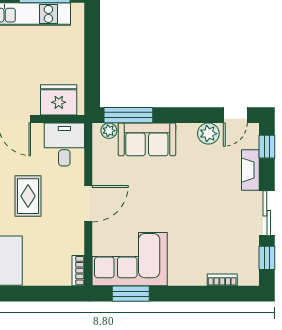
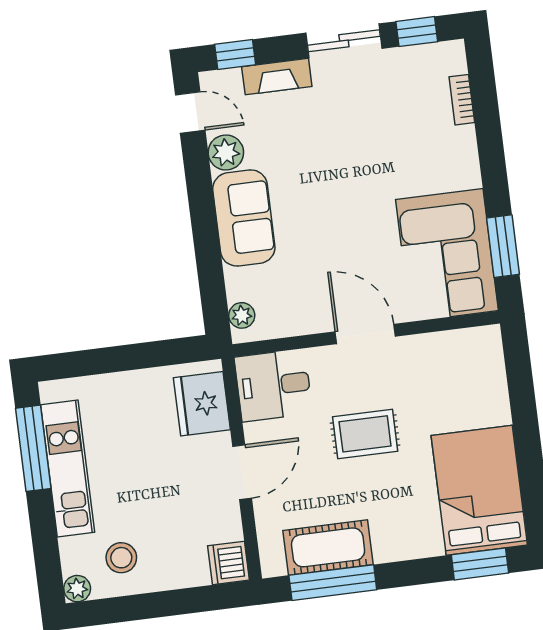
window: (128, 115) -> (212, 287), removed
sofa: (147, 139) -> (244, 218), moved
bookcase: (78, 271) -> (476, 336), removed

